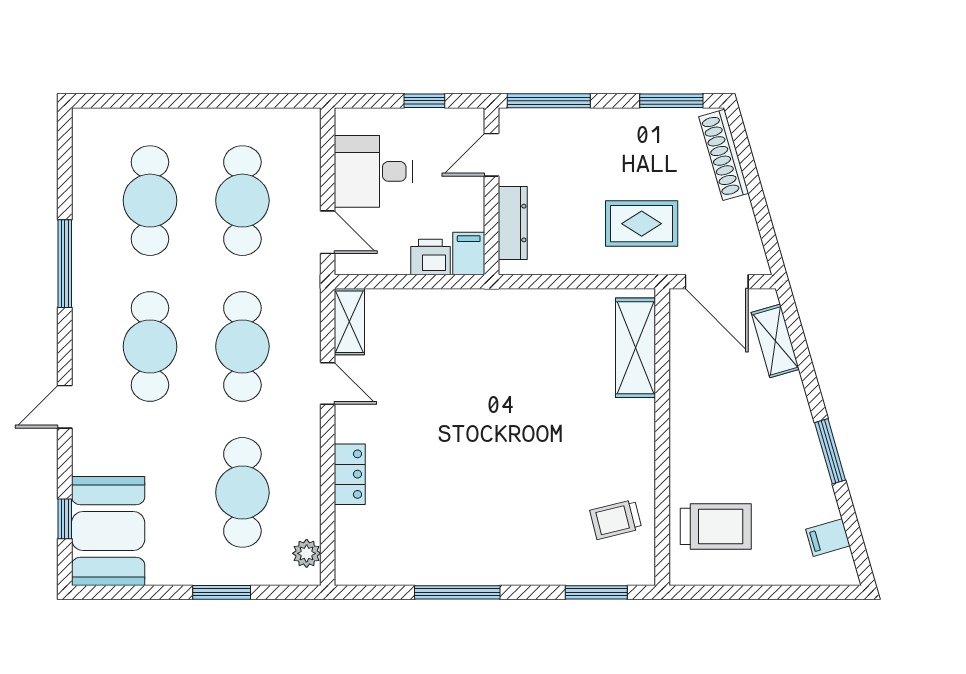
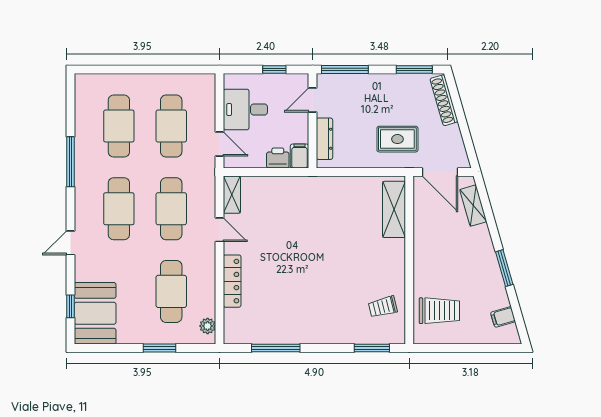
locker: (350, 474) -> (232, 281), width x1.53
window: (457, 592) -> (276, 348), moved

